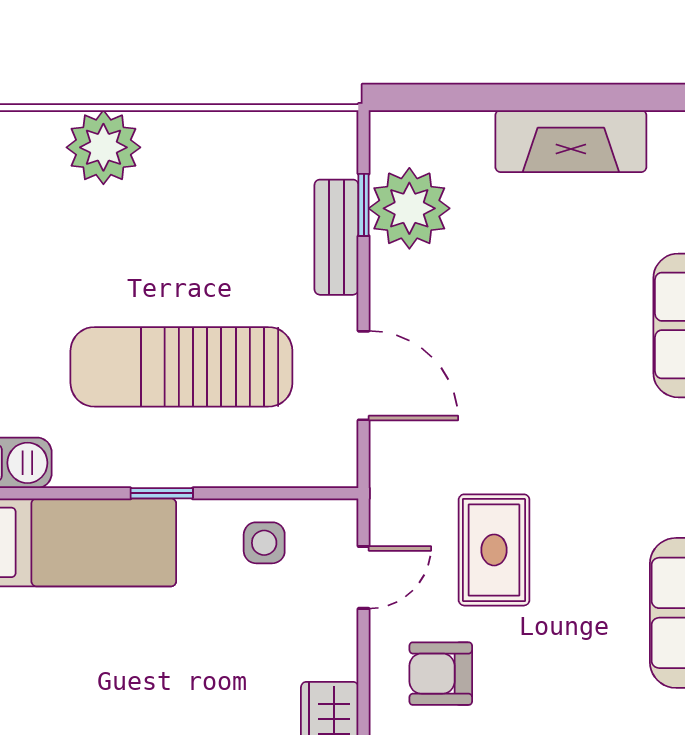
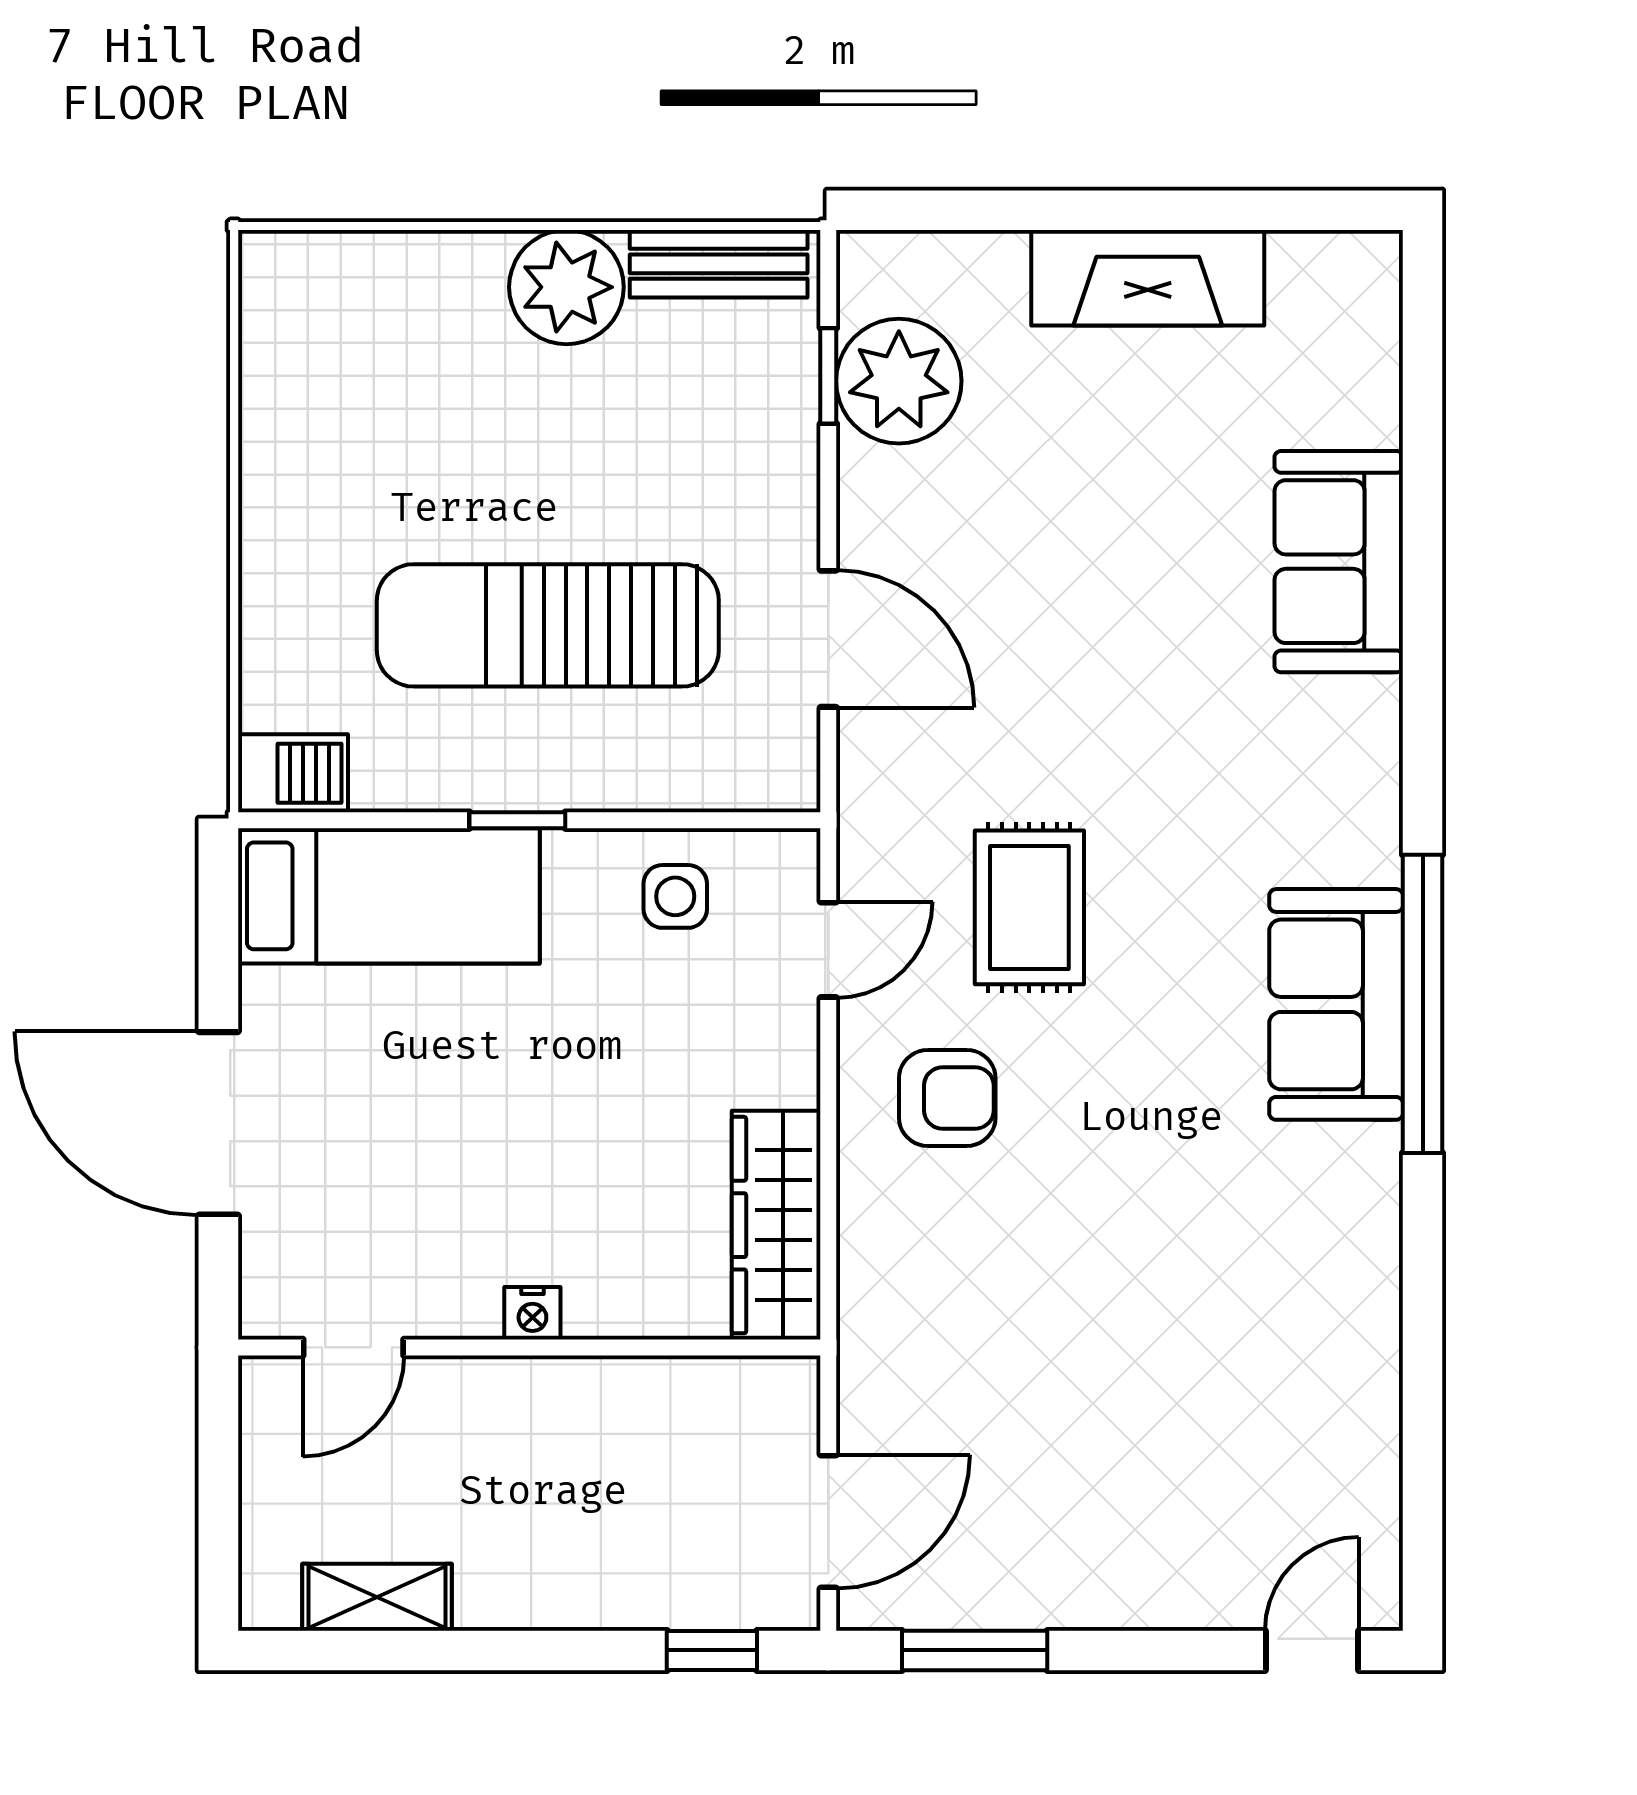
plant: (103, 147) -> (566, 287), moved
bench: (336, 237) -> (719, 264), moved, turned 90
armchair: (441, 674) -> (947, 1098), turned 180

